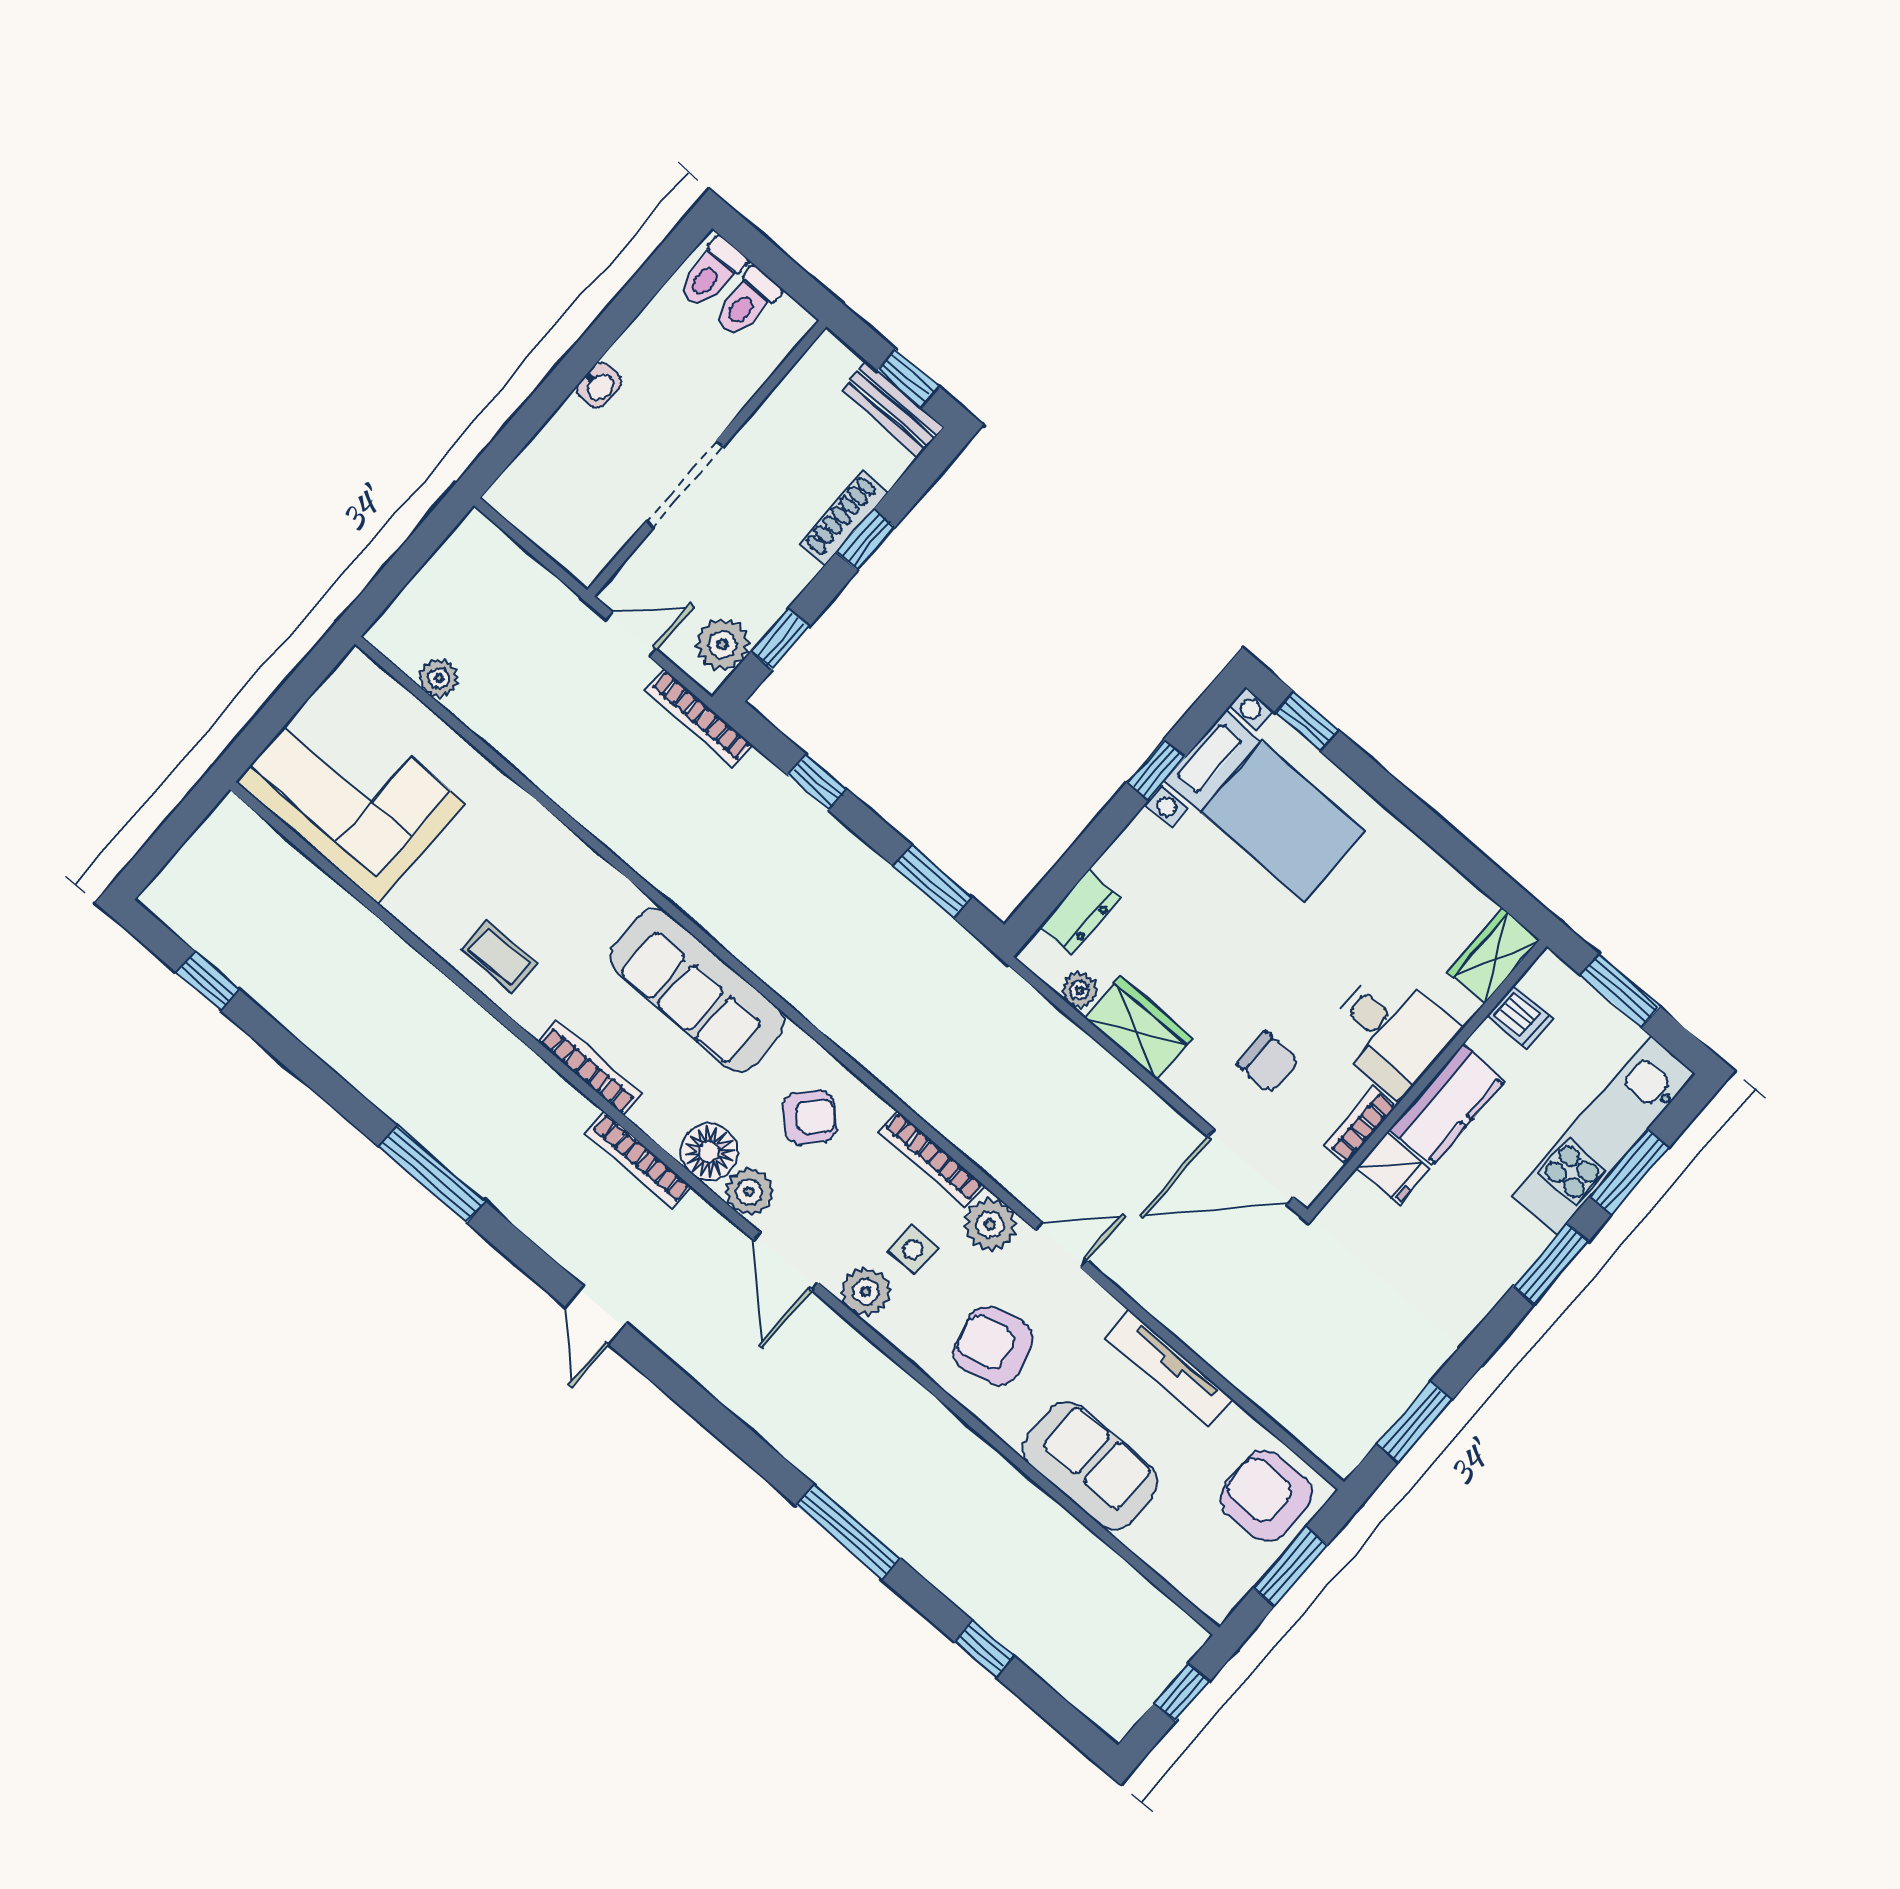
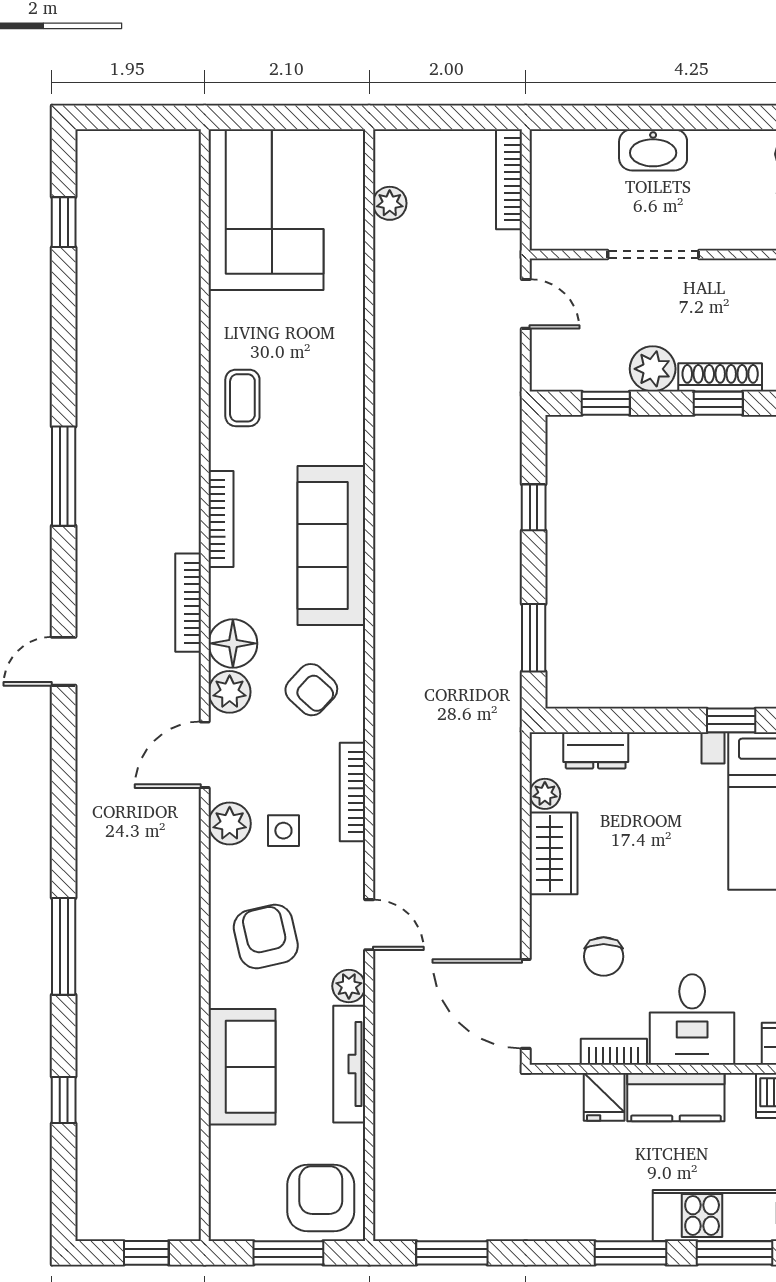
washbasin: (599, 385) -> (653, 150), width x1.91, depth x1.45
plant: (723, 644) -> (653, 369), moved
bookcase: (699, 718) -> (509, 179), moved
plant: (990, 1225) -> (349, 986), moved, width x0.73, depth x0.73

